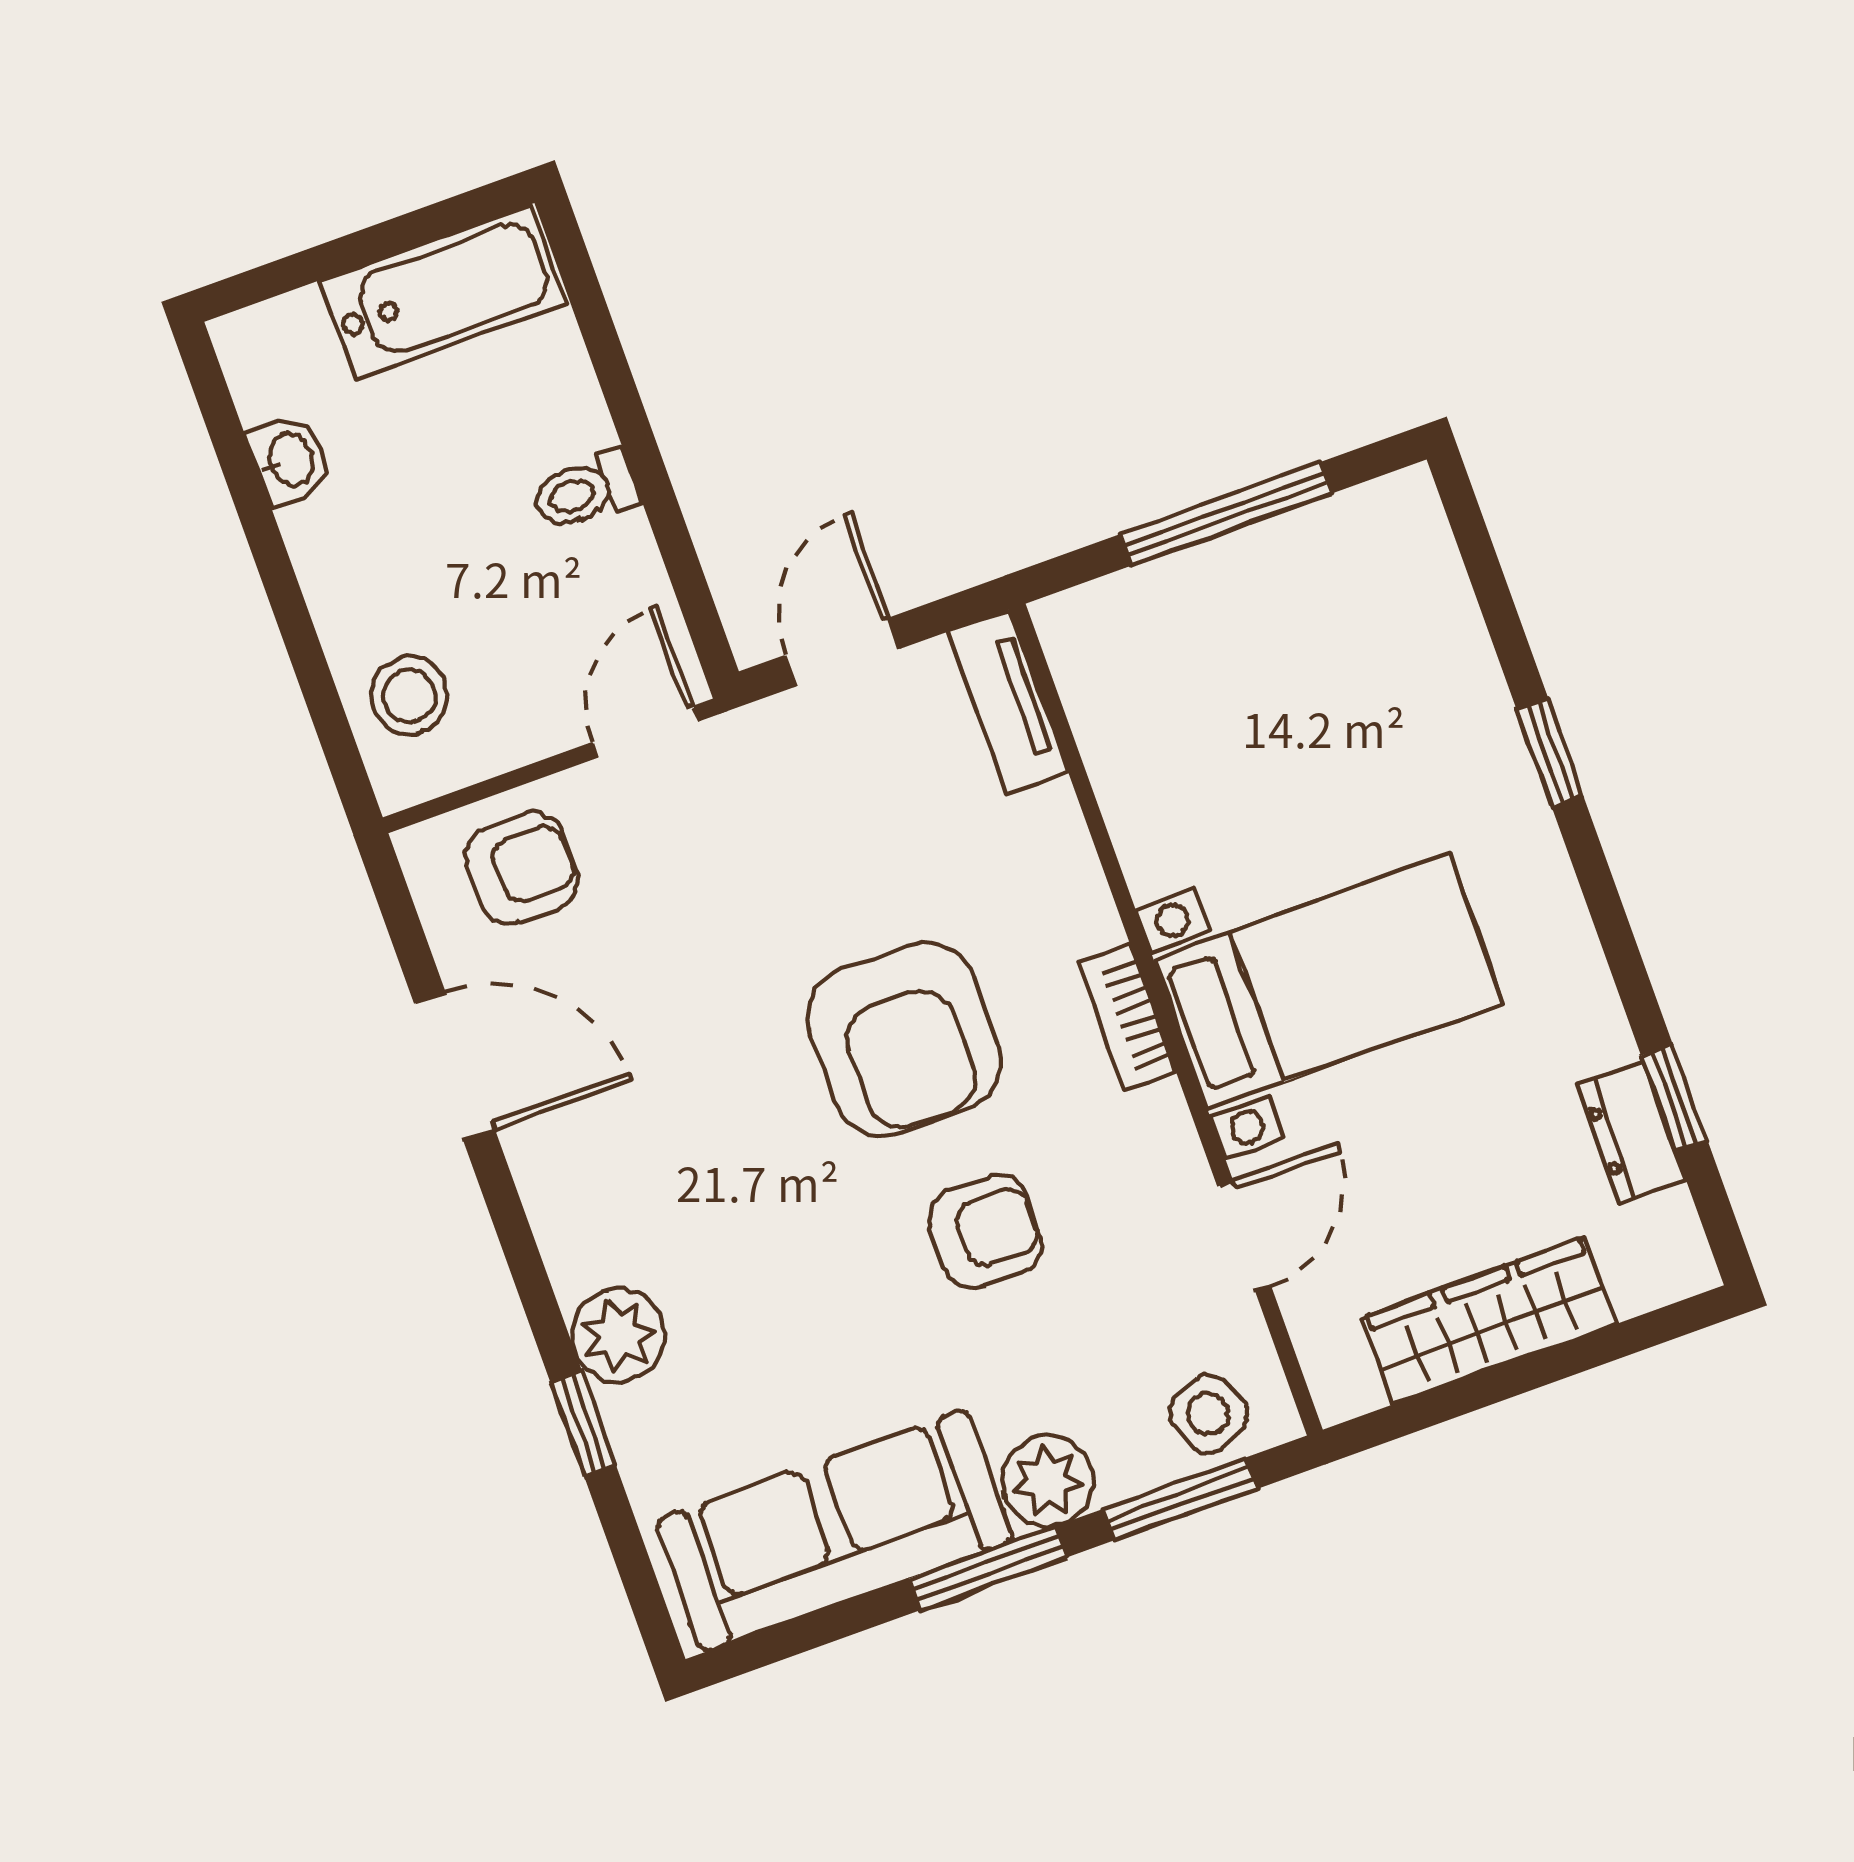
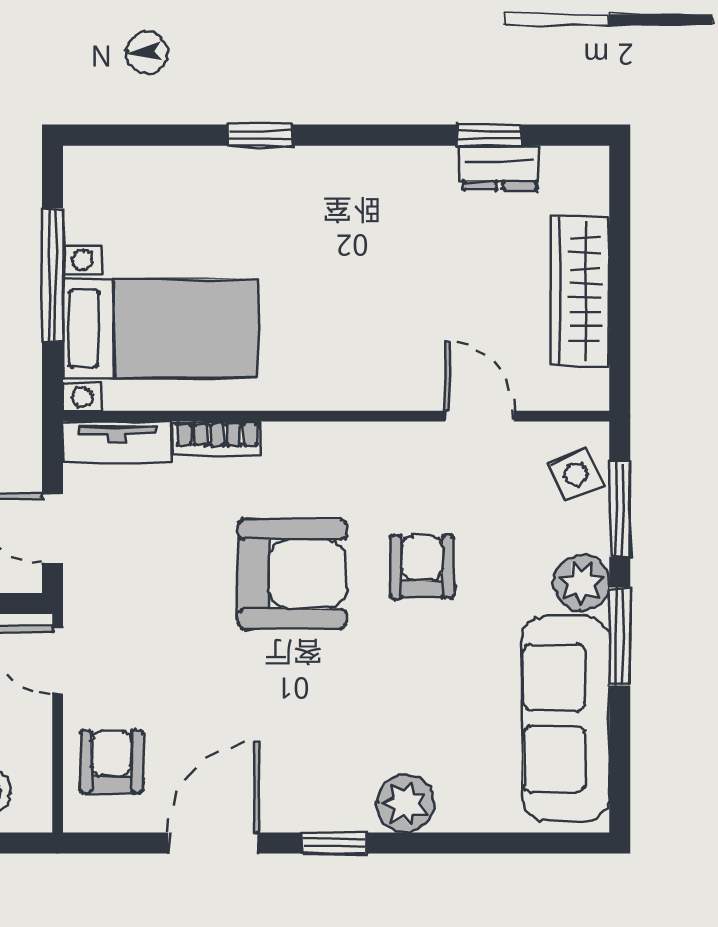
bed with nightstands: (1328, 981) -> (161, 328), moved, turned 90
bookcase: (1127, 1017) -> (217, 438), moved
window: (583, 1424) -> (334, 843), moved

